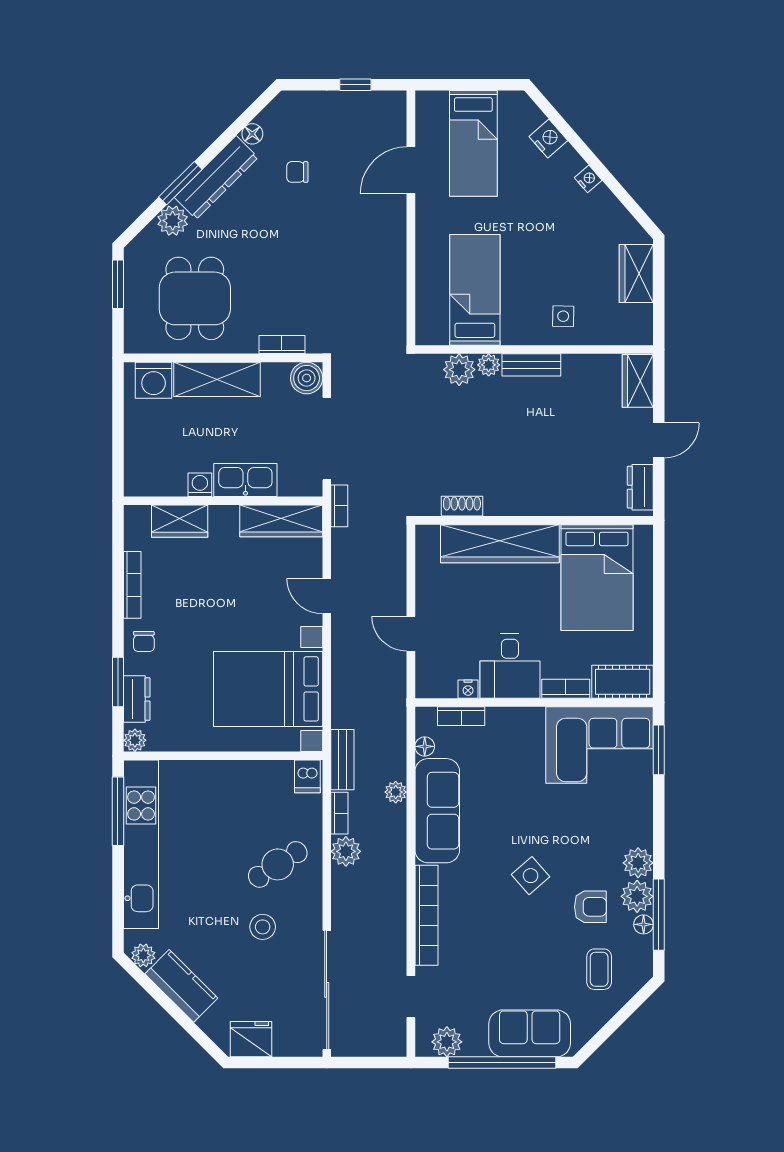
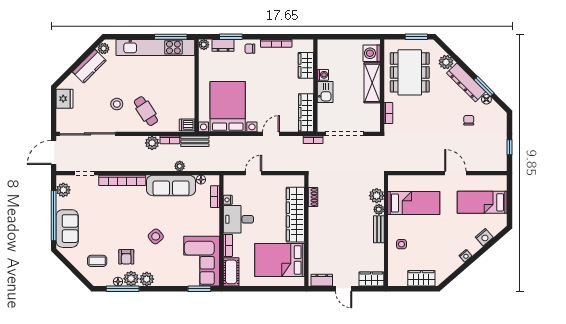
door: (411, 170) -> (455, 173), moved
window: (180, 183) -> (484, 86), moved
dining table: (195, 298) -> (410, 72), width x1.38
boiler: (307, 378) -> (373, 125), removed
kitchen sink: (245, 480) -> (325, 92), width x0.73
side table: (531, 876) -> (156, 236), moved
door: (367, 1063) -> (54, 153), added

